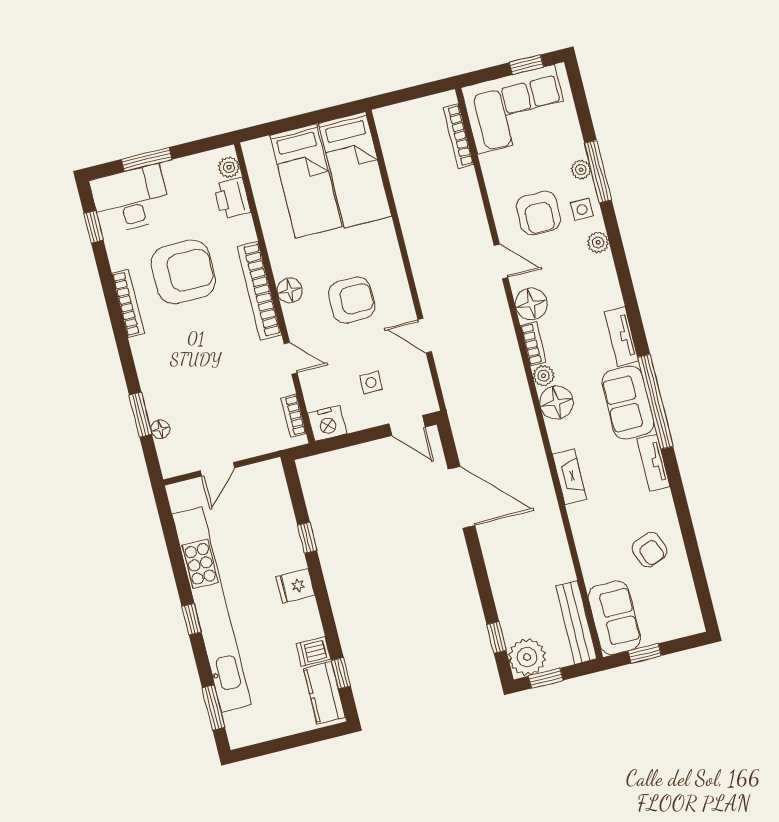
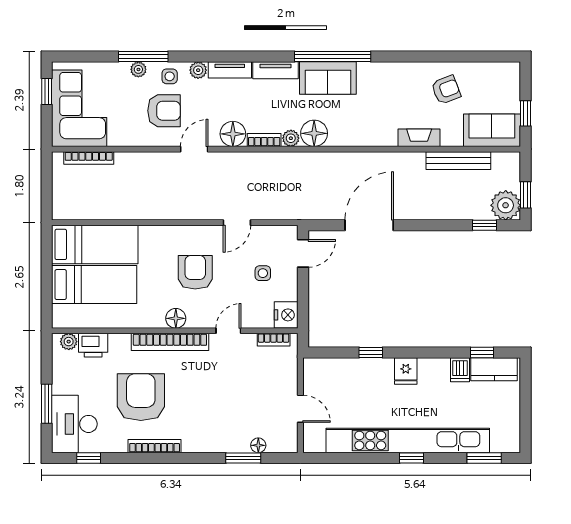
tv unit: (653, 463) -> (230, 70), moved
fireplace: (569, 477) -> (419, 138), moved
bench: (576, 622) -> (458, 161), moved

